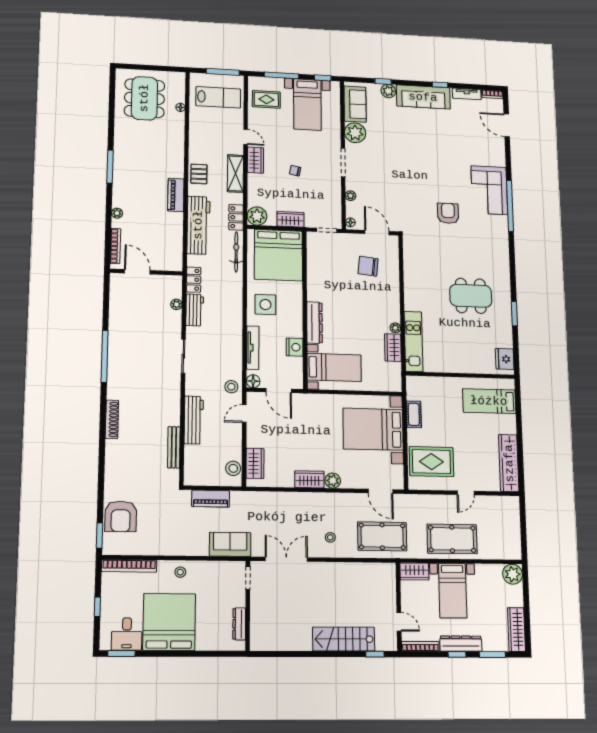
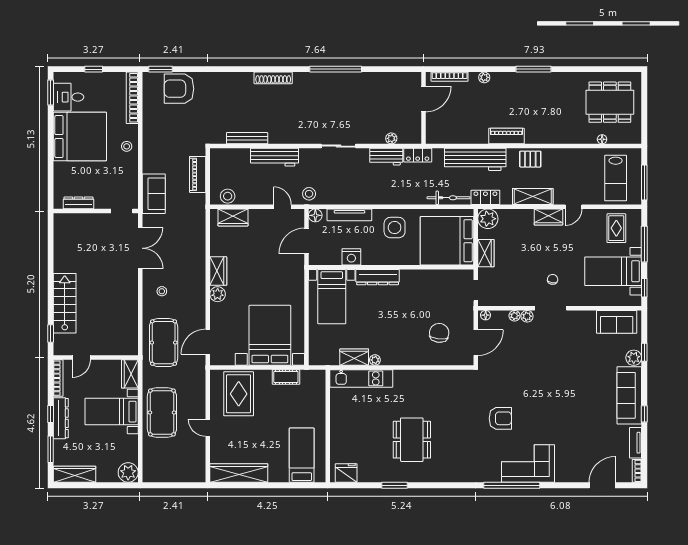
plant: (355, 133) -> (527, 316), moved, width x0.53, depth x0.53
chair: (295, 171) -> (553, 279), moved

